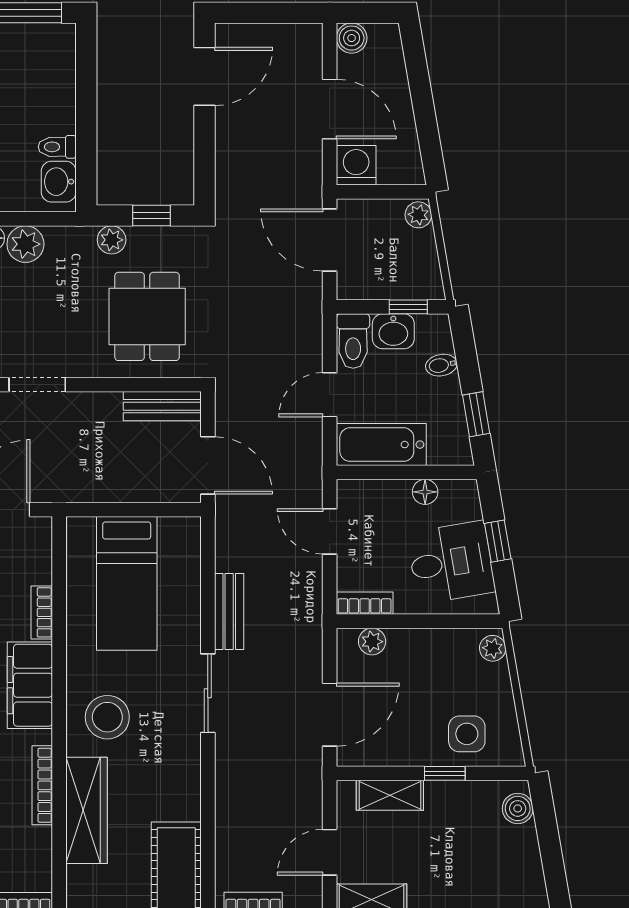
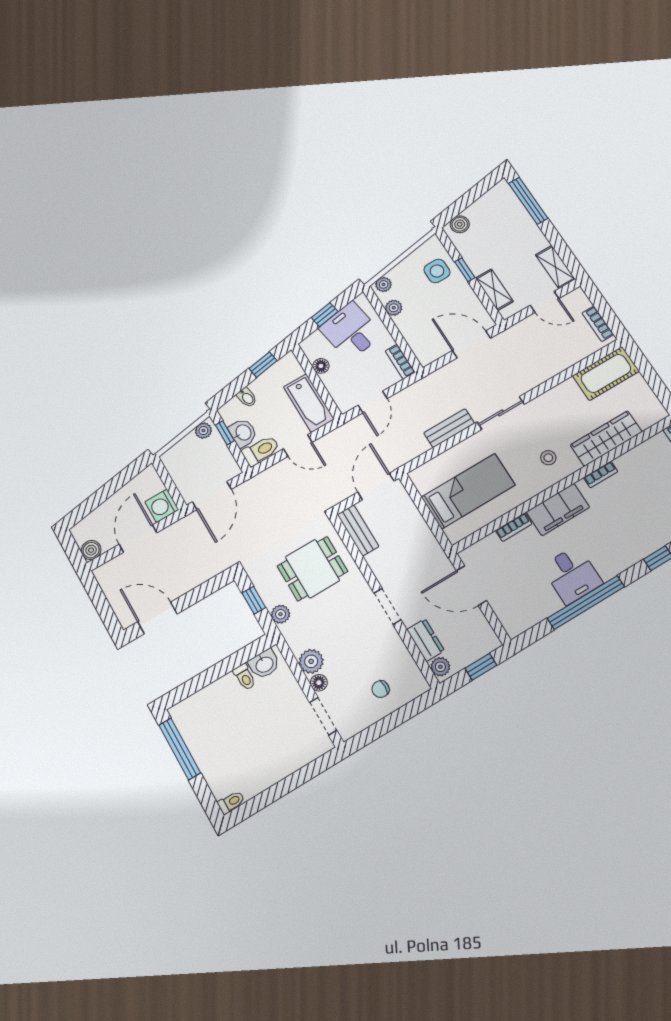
plant: (418, 215) -> (203, 431), moved
plant: (372, 642) -> (394, 308), moved
stool: (107, 717) -> (548, 458), width x0.53, depth x0.53
bookcase: (42, 785) -> (601, 475), width x0.64

